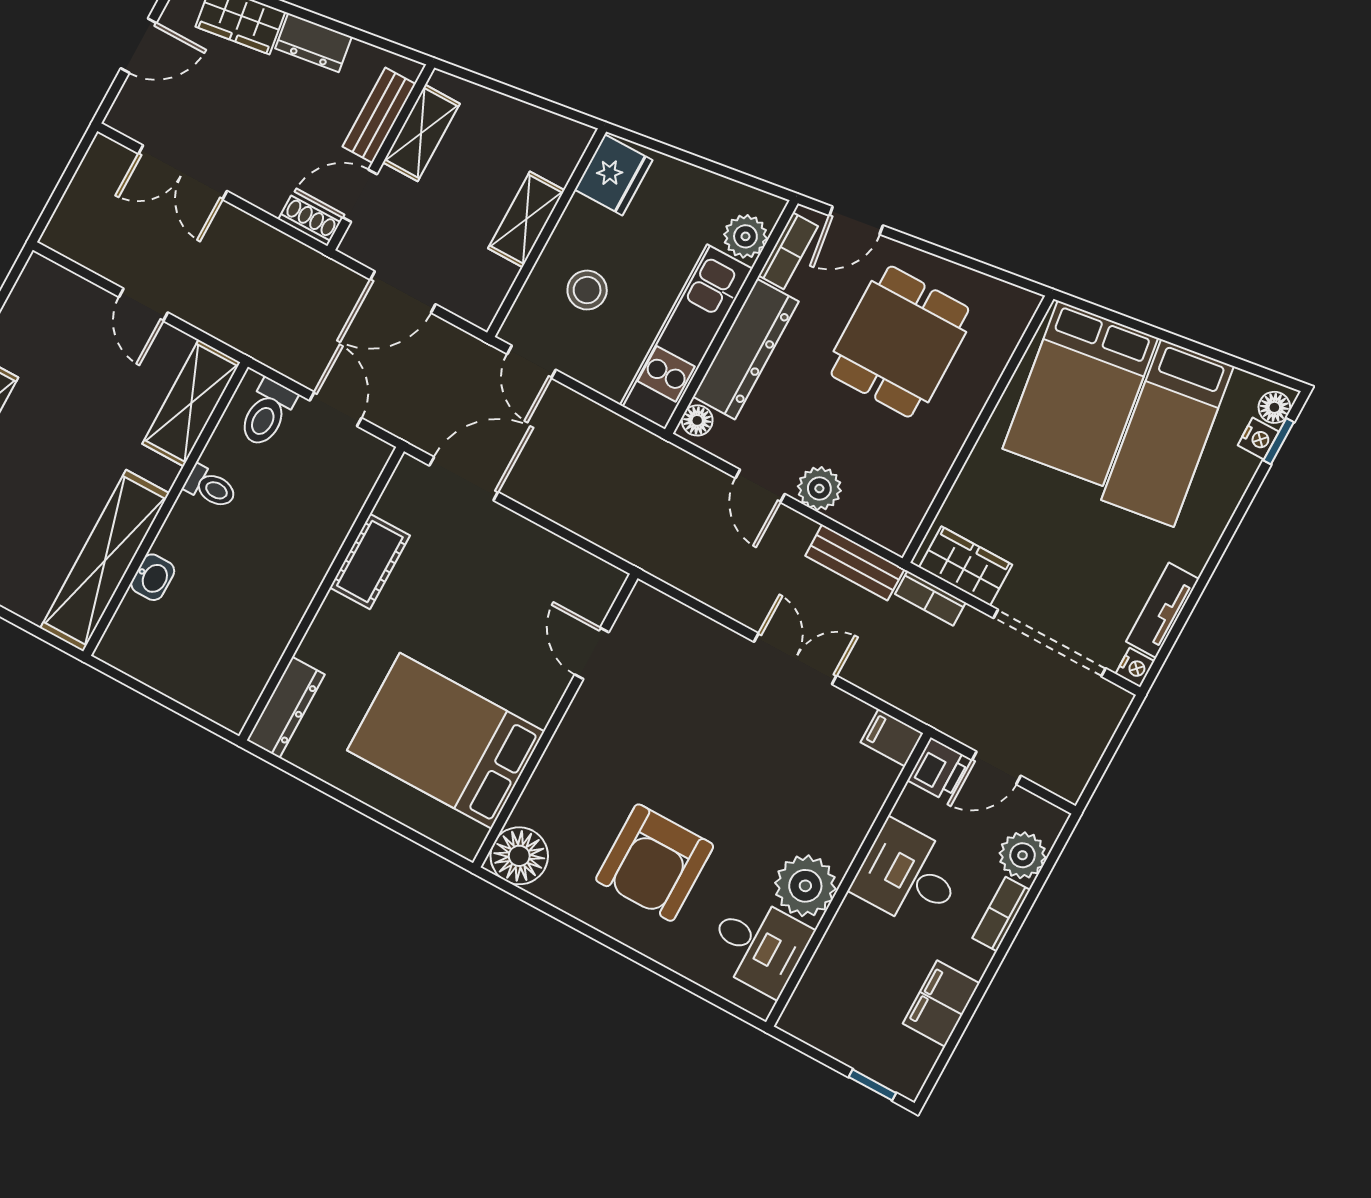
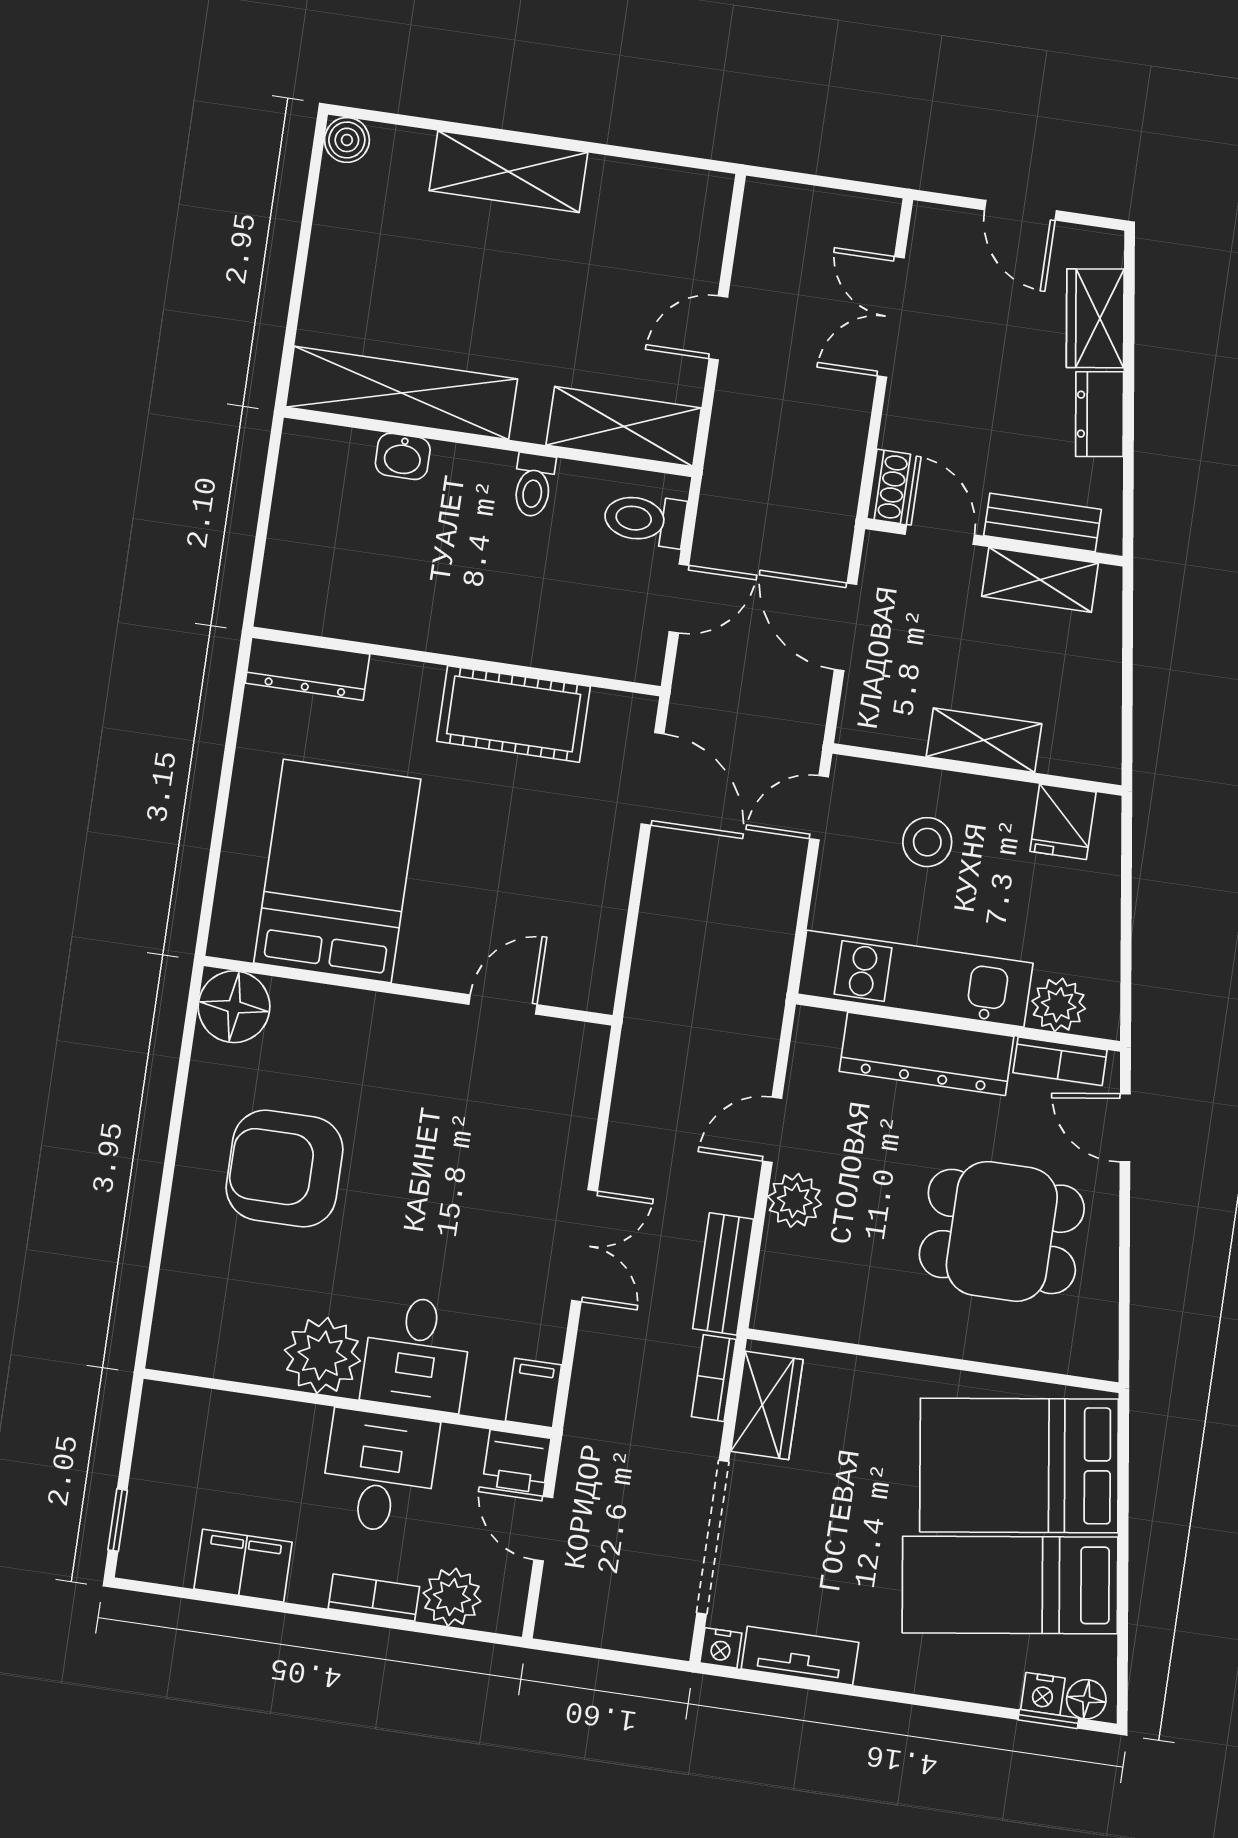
fridge: (613, 175) -> (1063, 822), width x0.72
floor lamp: (697, 420) -> (822, 1028), removed
cot: (370, 561) -> (514, 714), width x1.37, depth x1.34
desk: (759, 945) -> (417, 1353), moved

